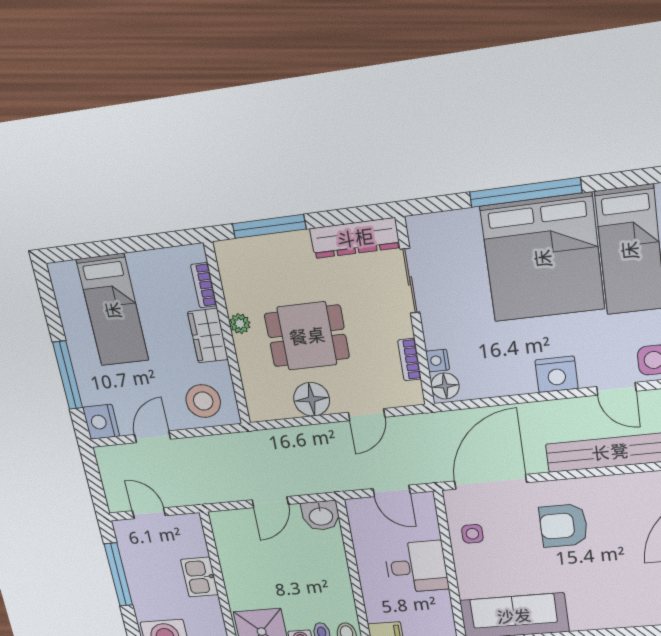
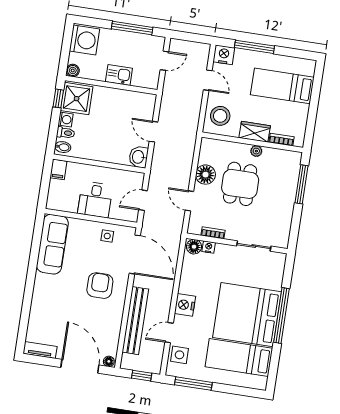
dresser: (355, 238) -> (283, 225), removed

